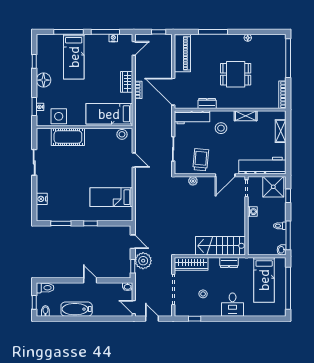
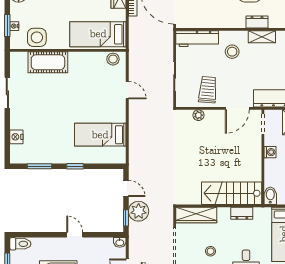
dresser: (207, 103) -> (257, 22), moved
bidet: (253, 248) -> (270, 196), added

